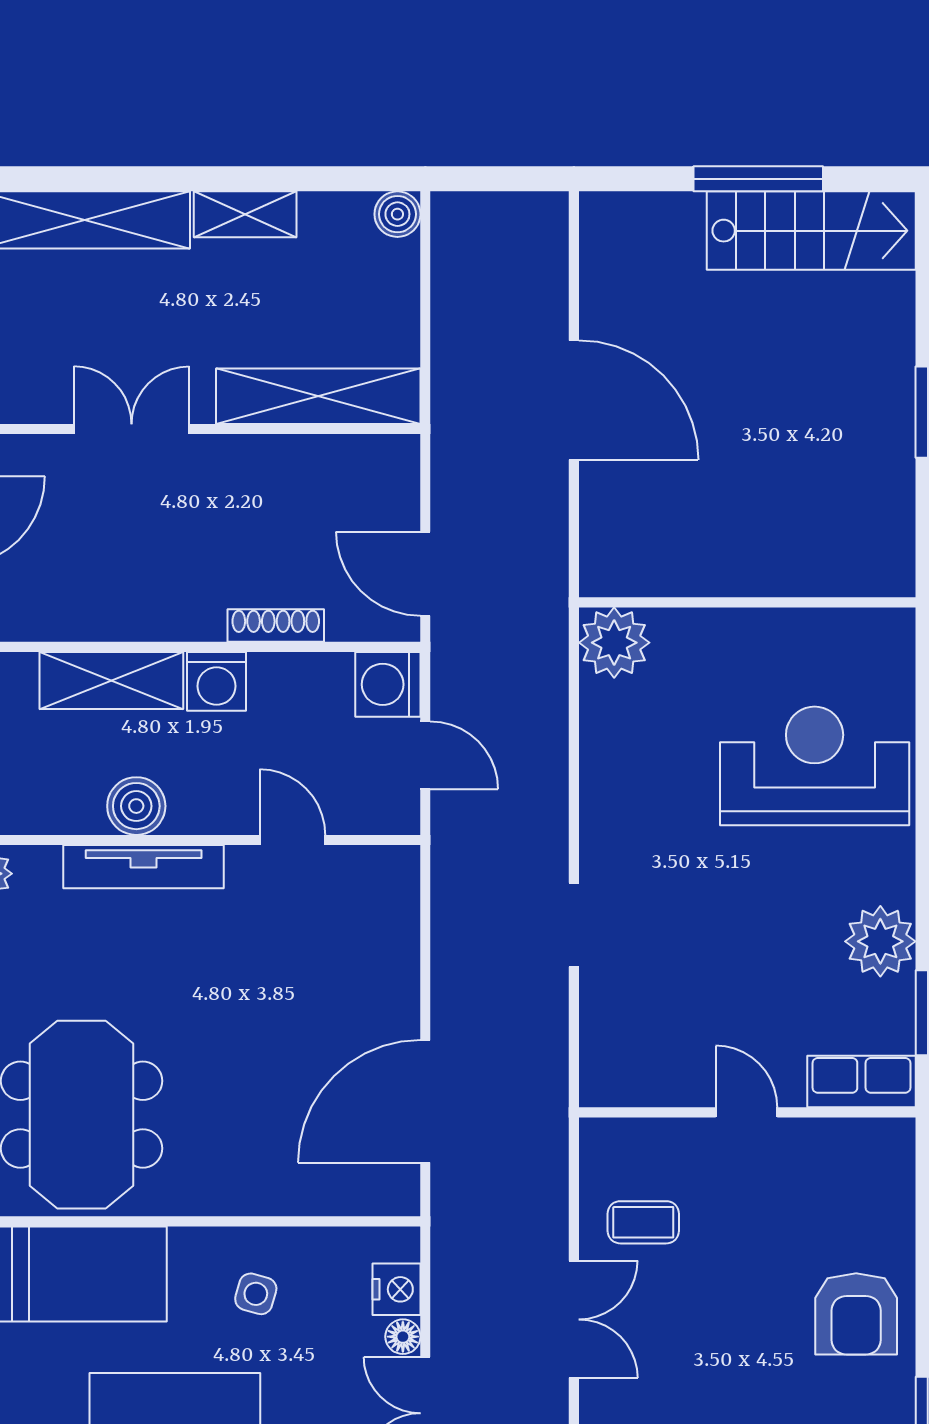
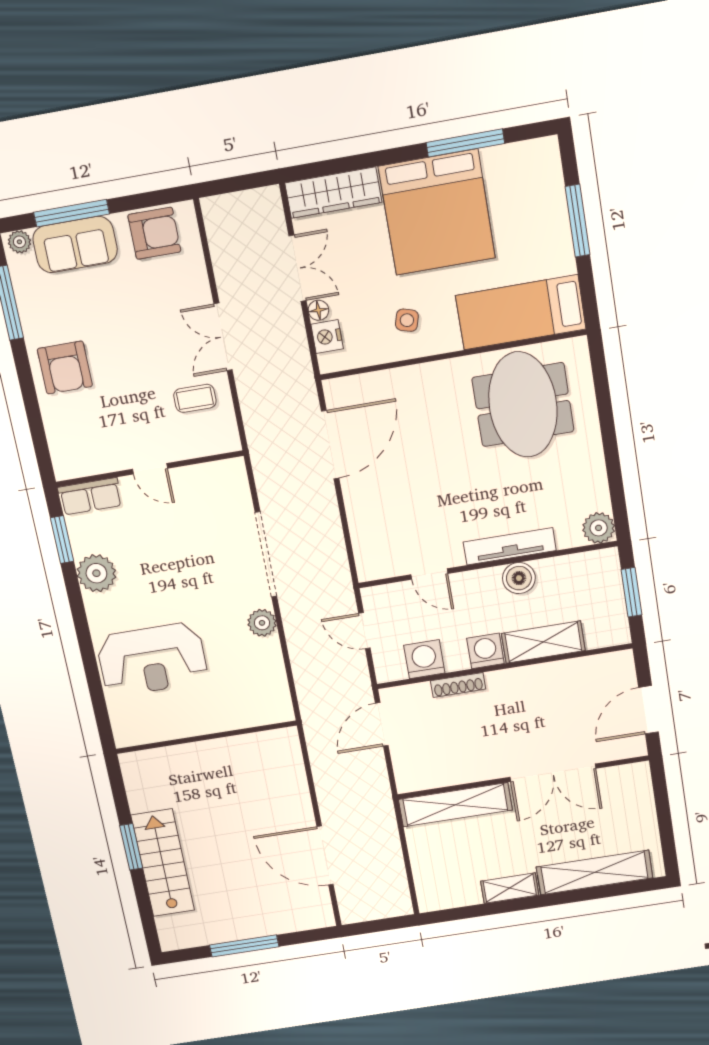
boiler: (397, 214) -> (429, 900), removed
stairs: (811, 231) -> (163, 863), moved, turned 90
door: (574, 400) -> (325, 856), moved
double door: (132, 429) -> (553, 773), width x1.37
door: (425, 574) -> (382, 724), swing flipped
plant: (614, 643) -> (262, 623), moved, width x0.73, depth x0.73
washing machine: (388, 684) -> (424, 659), moved, turned -90
doorway: (574, 925) -> (266, 554), width x1.87
armchair: (856, 1314) -> (65, 368), turned 180

